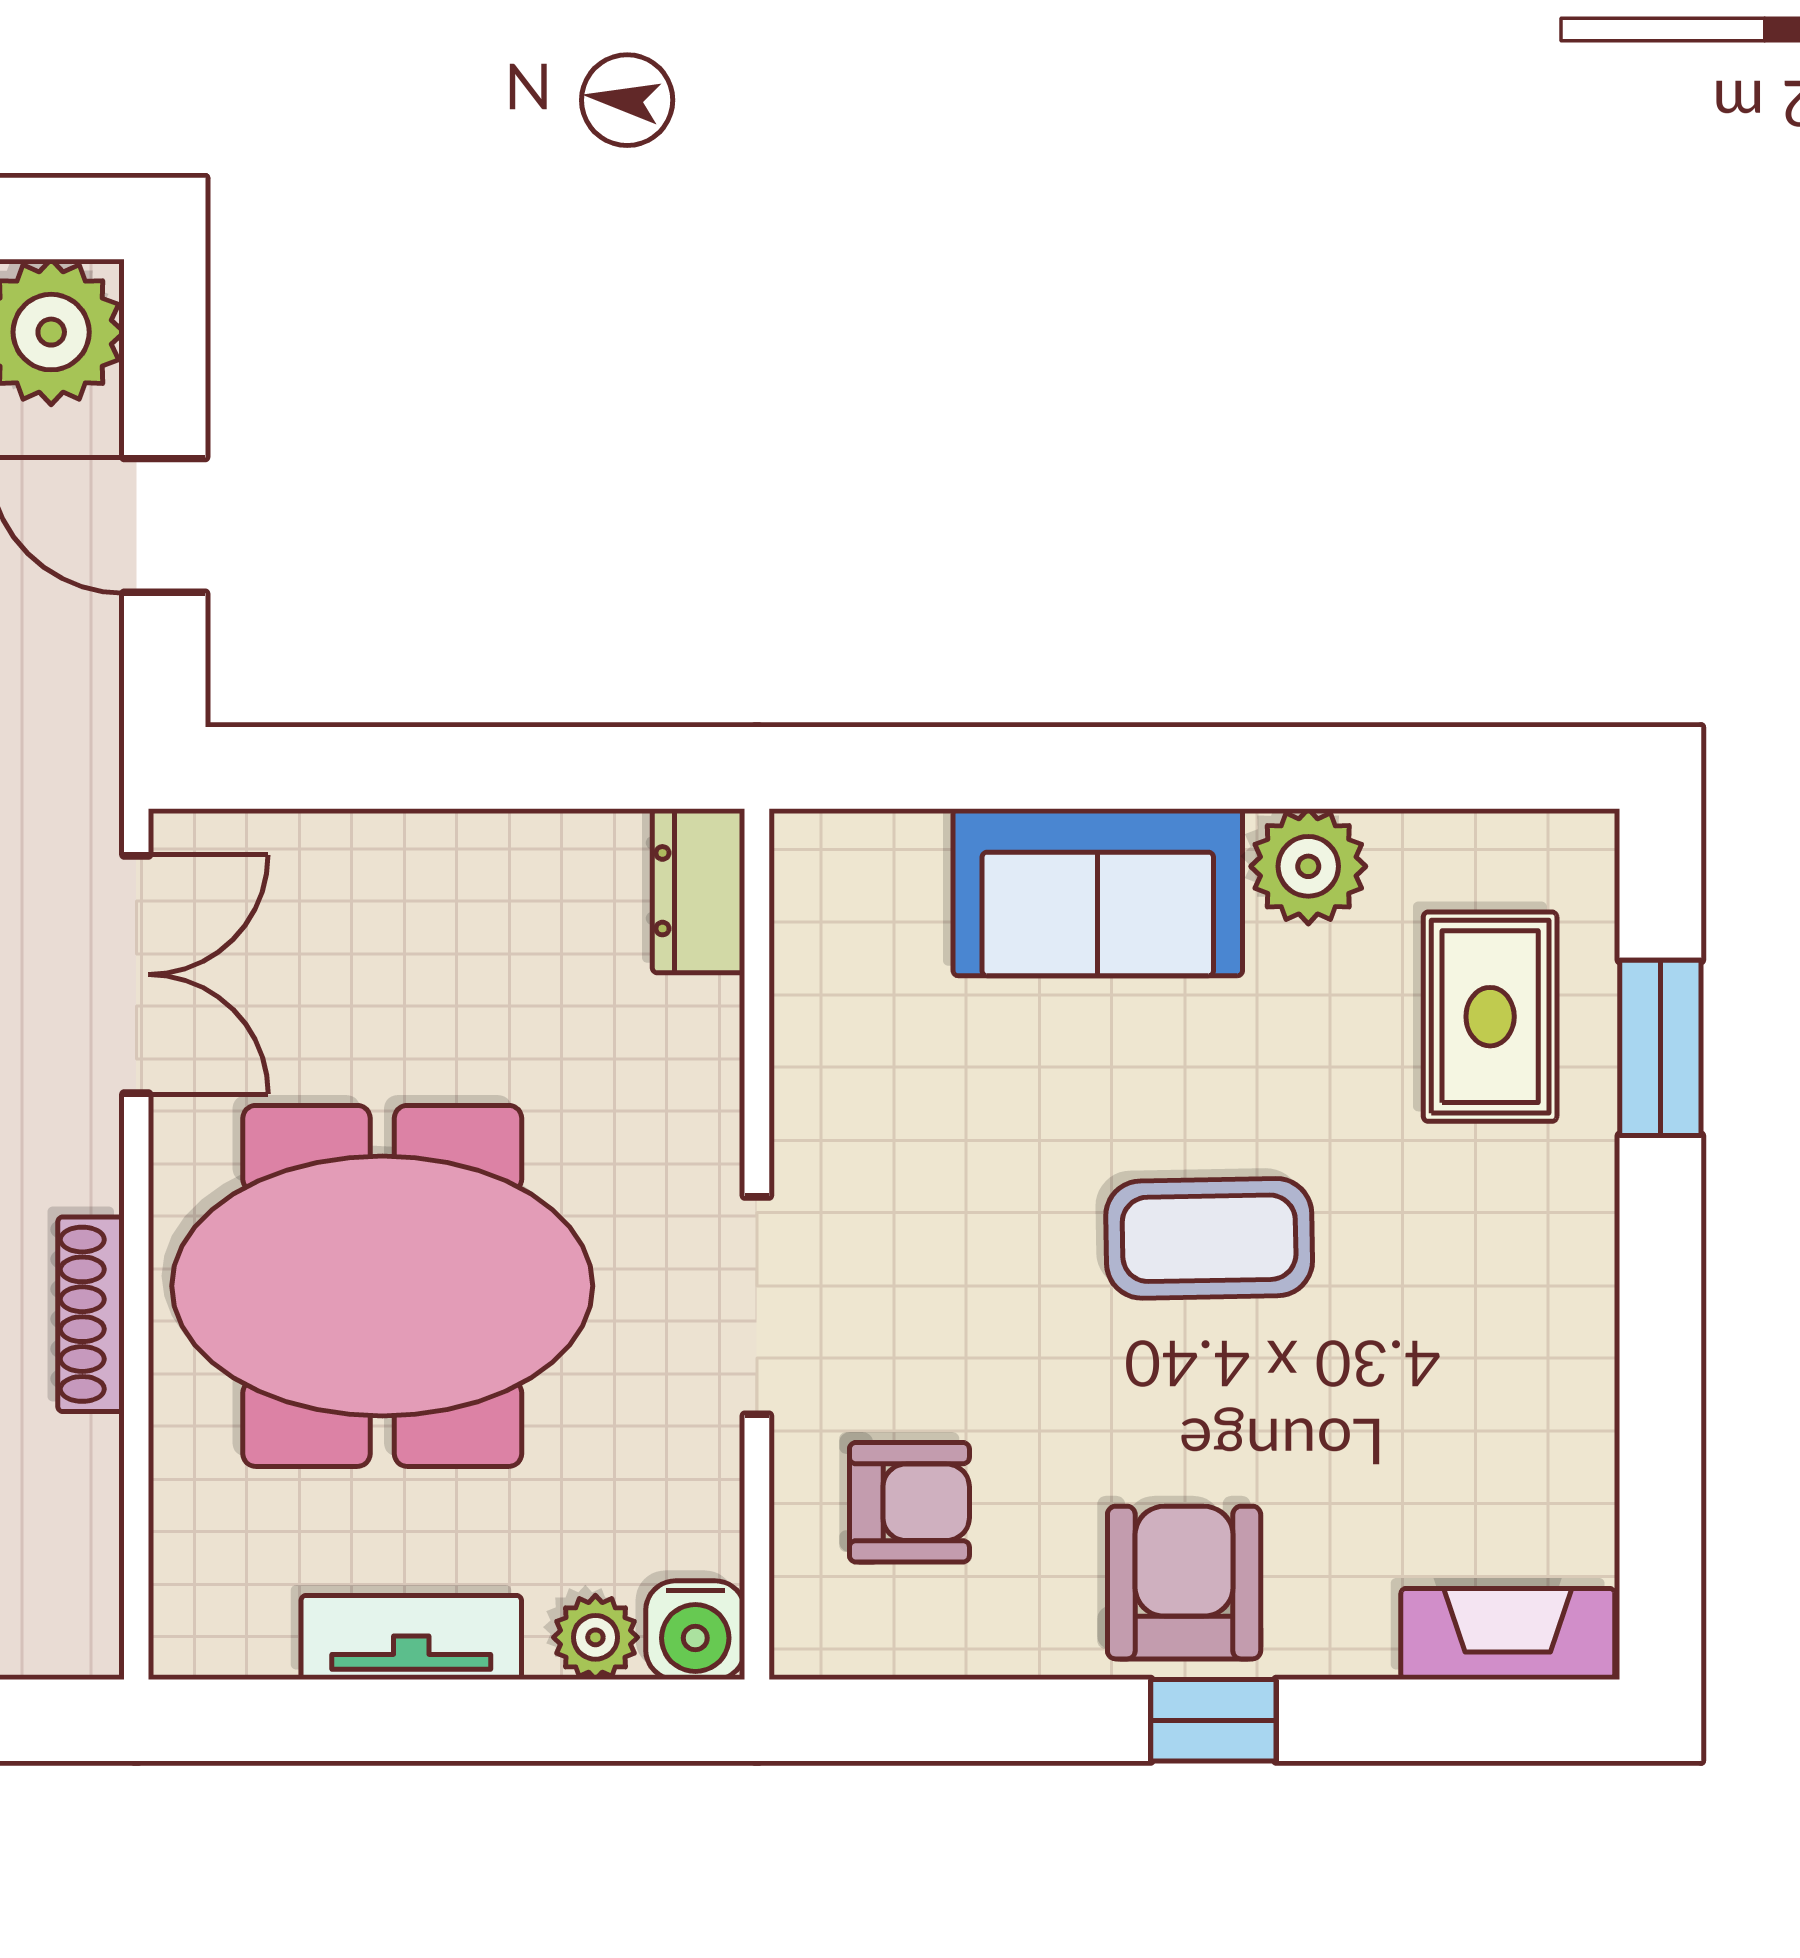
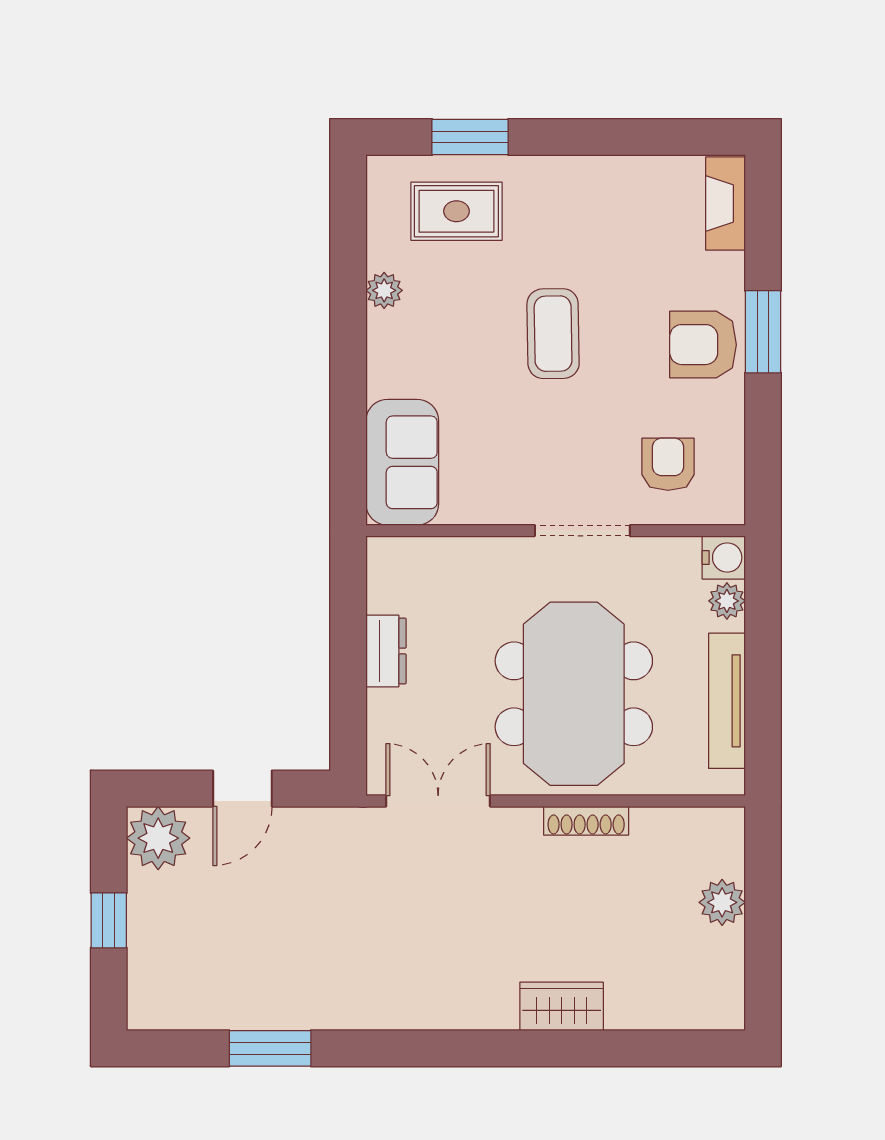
plant: (1308, 866) -> (384, 290), width x0.73, depth x0.73
dresser: (699, 891) -> (386, 651), moved, turned -90
sofa: (1098, 892) -> (402, 462), moved
tv unit: (411, 1637) -> (727, 701), width x1.41
window: (1213, 1720) -> (763, 332), width x1.50

